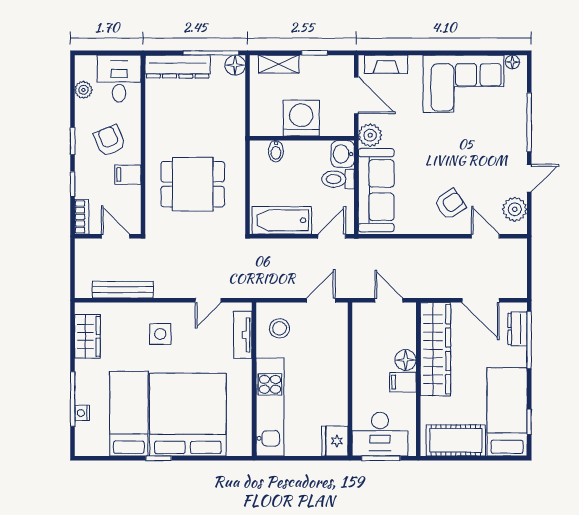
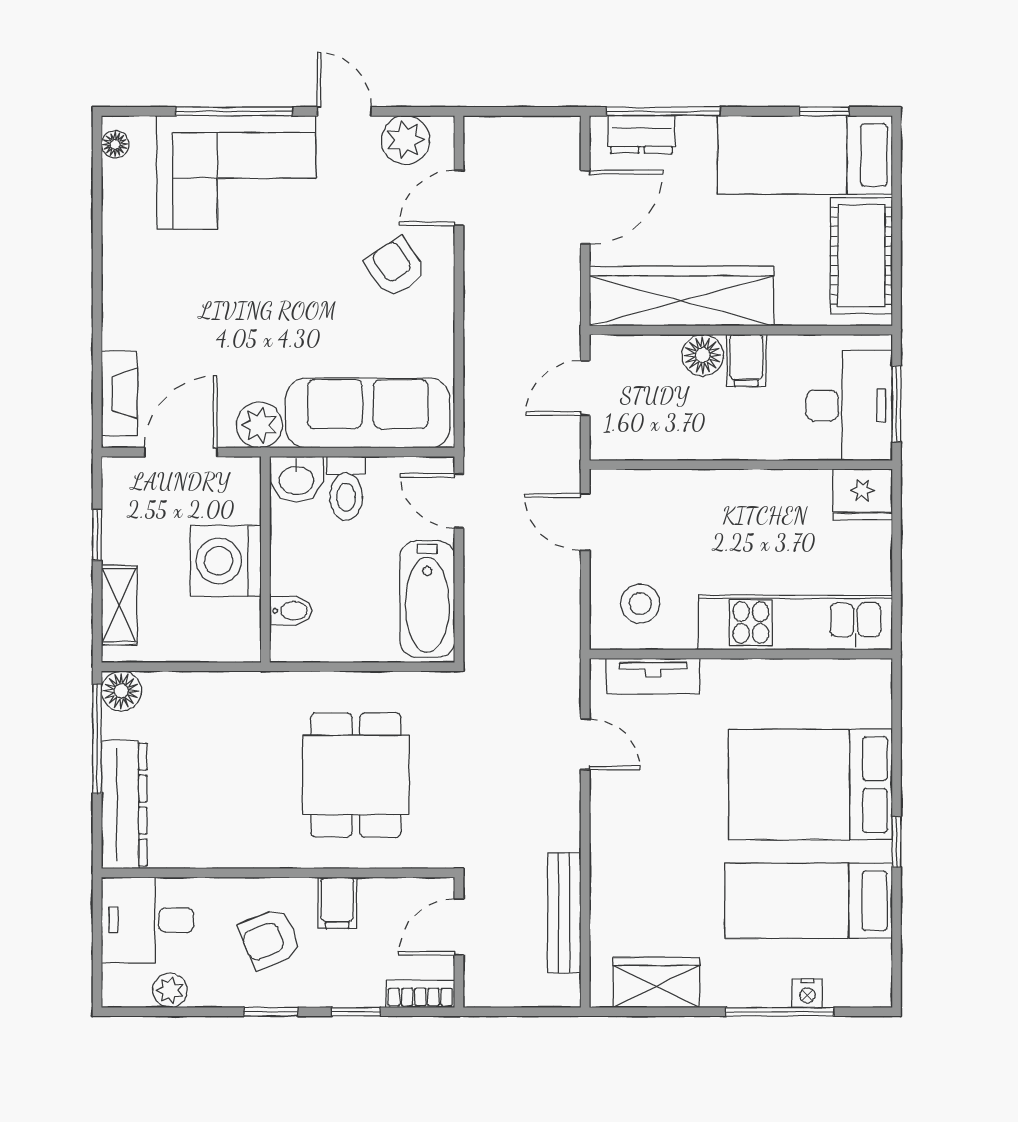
corner sofa: (463, 84) -> (236, 172), moved, turned 90
side table: (160, 334) -> (651, 839), removed
bed: (188, 415) -> (810, 785), width x0.73

